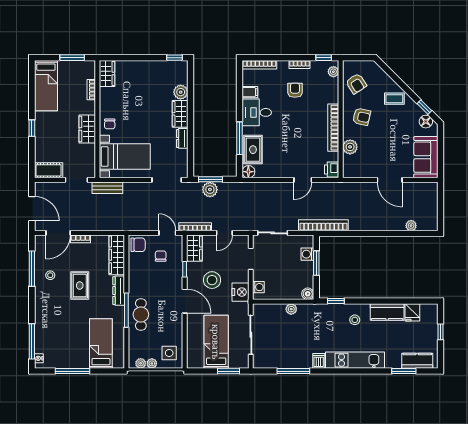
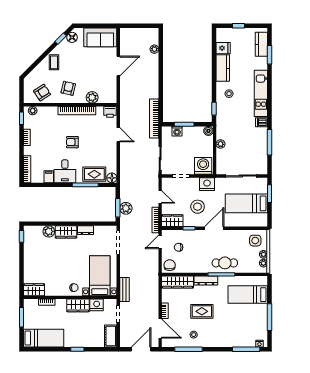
armchair: (295, 90) -> (72, 142), moved
nightstand: (88, 153) -> (97, 305), added
washing machine: (258, 287) -> (203, 166), width x1.89, depth x1.89

